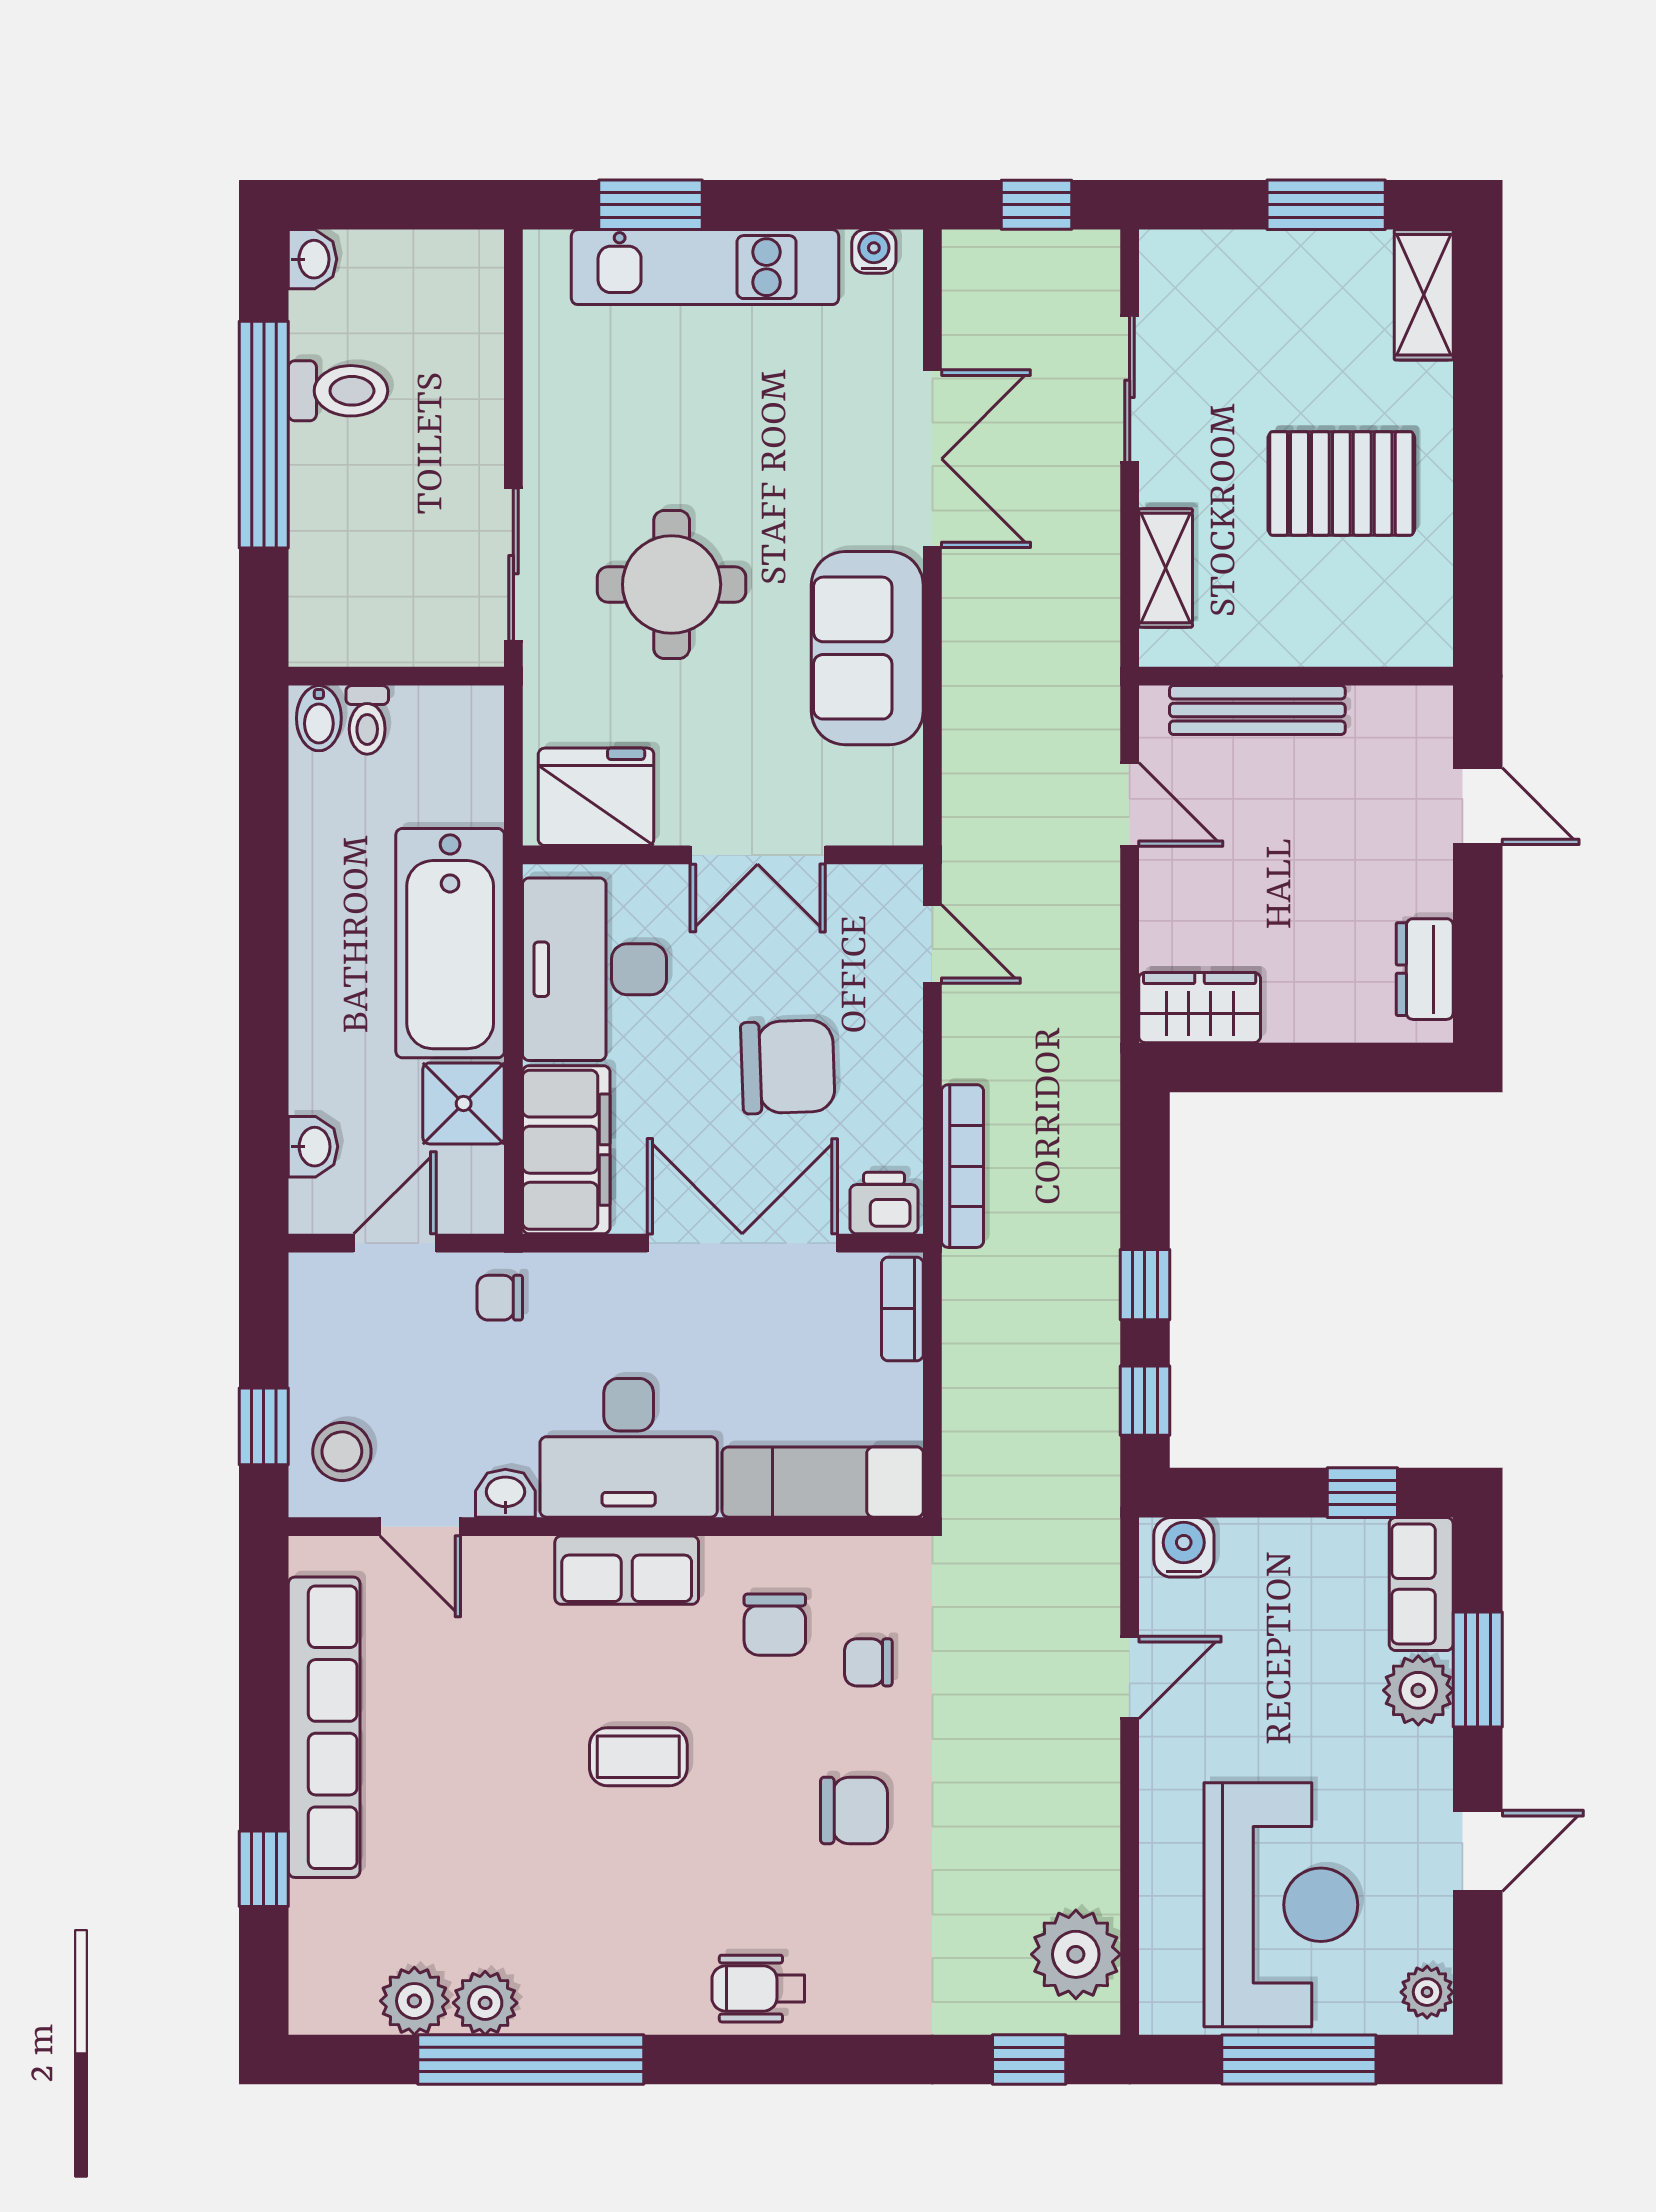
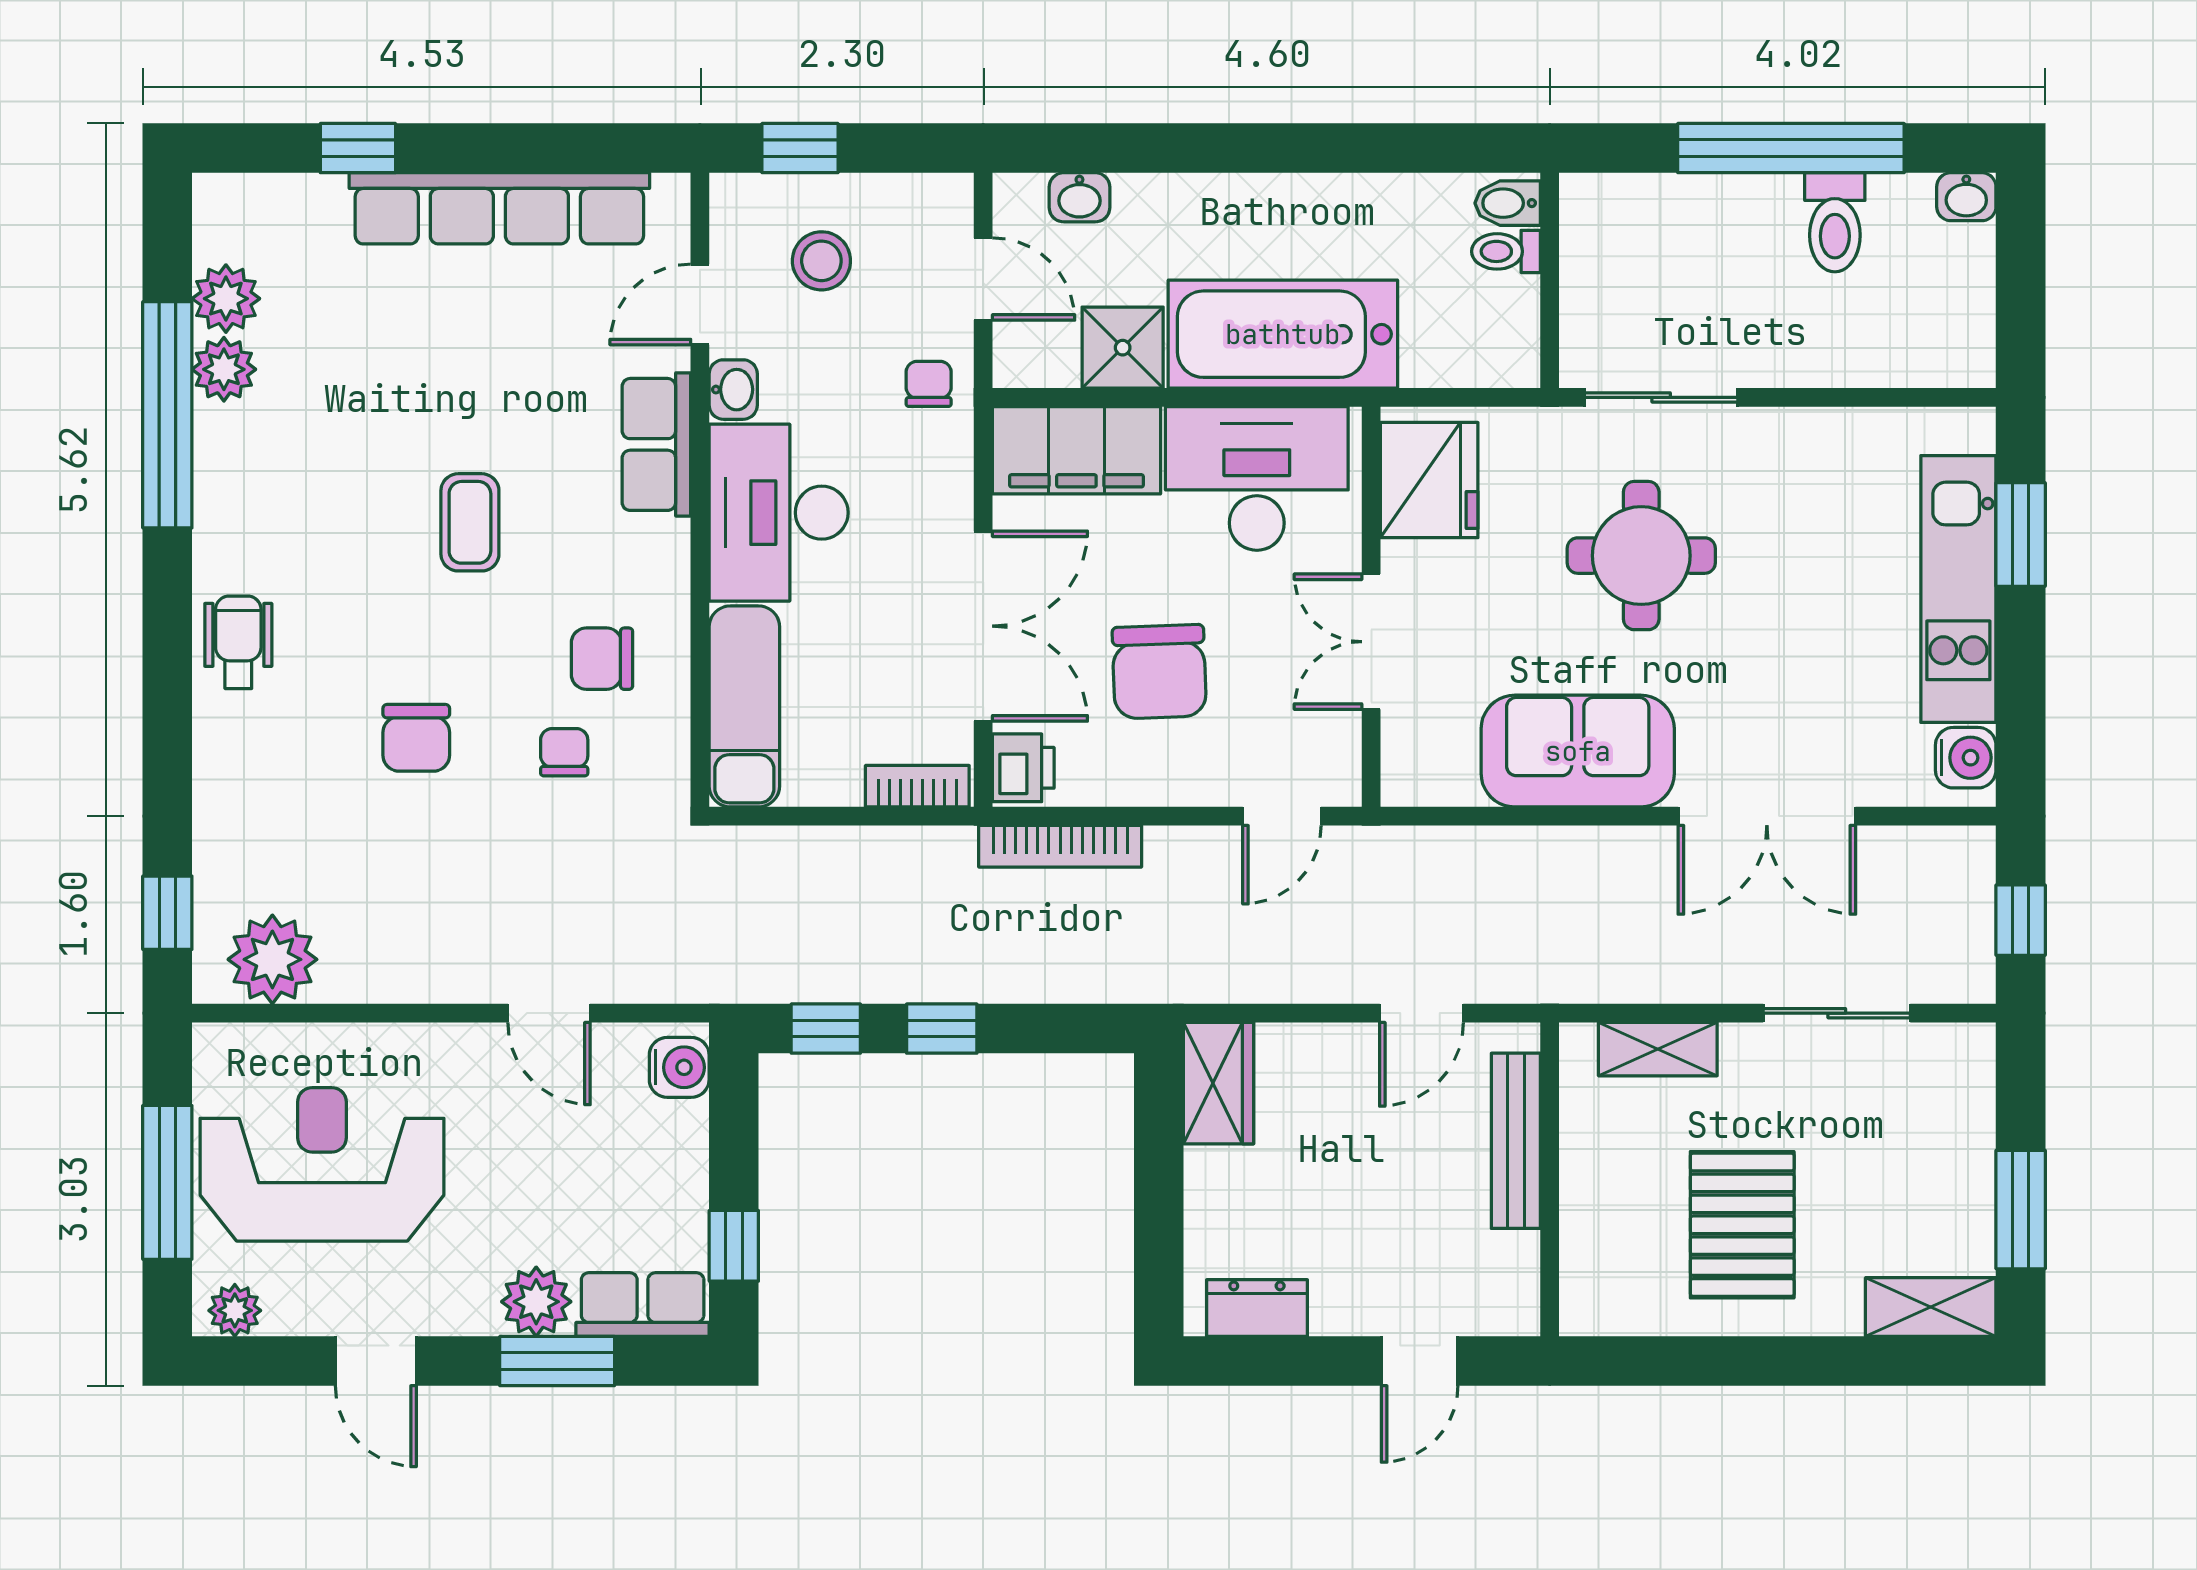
water cooler: (874, 251) -> (1966, 758), width x1.38, depth x1.38
stool: (342, 1451) -> (821, 261), moved
row of seats: (627, 1570) -> (656, 444), moved
reception desk: (1281, 1905) -> (322, 1164), turned 180

